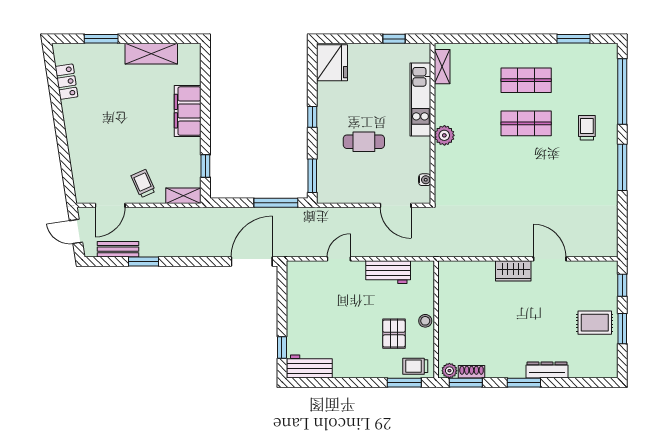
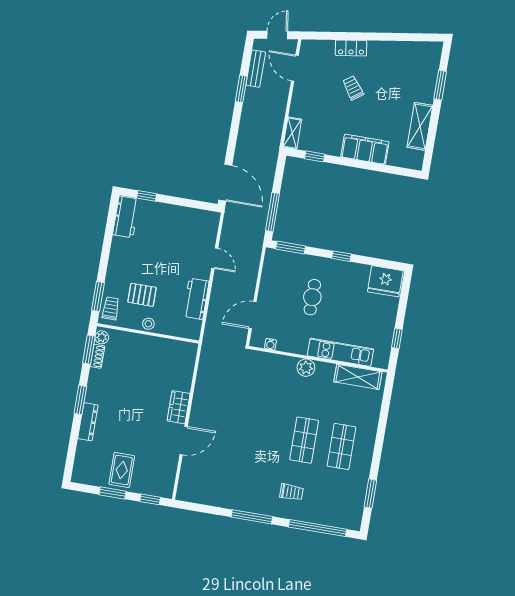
shelving: (442, 67) -> (358, 377), width x1.50, depth x1.33
locker: (67, 82) -> (351, 48), moved
trolley: (143, 184) -> (353, 88), moved, turned -102

